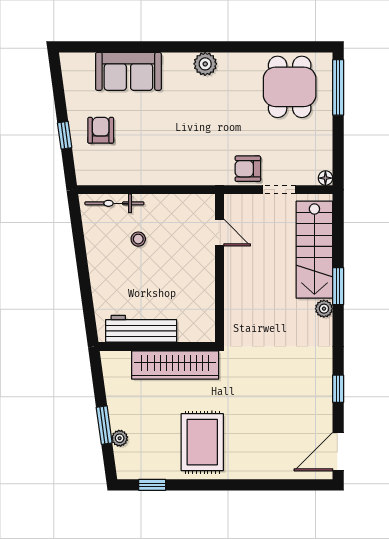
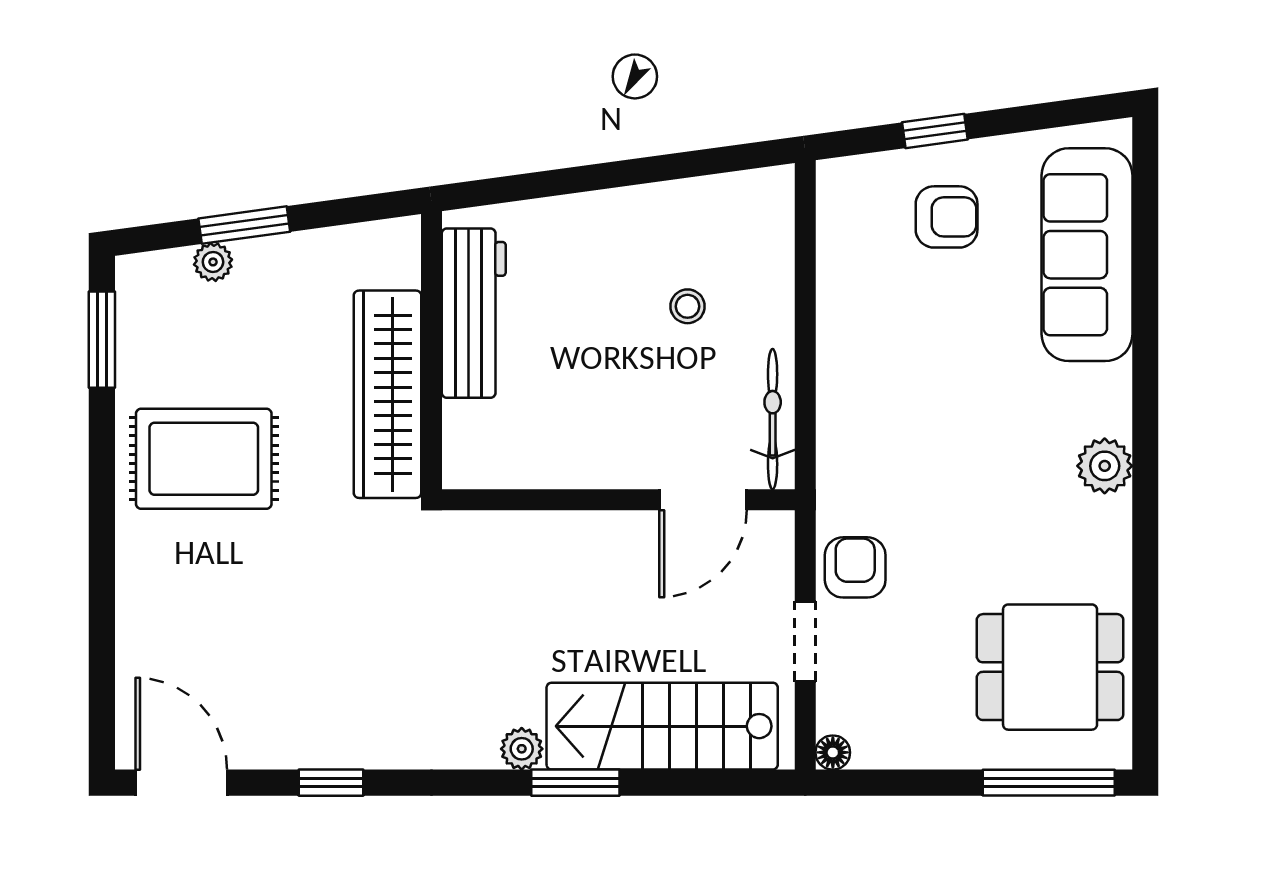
sofa: (128, 71) -> (1087, 255), width x1.36
bicycle: (114, 203) -> (773, 419), moved
door: (219, 233) -> (703, 500), width x1.38
window: (152, 485) -> (102, 340), width x1.50

